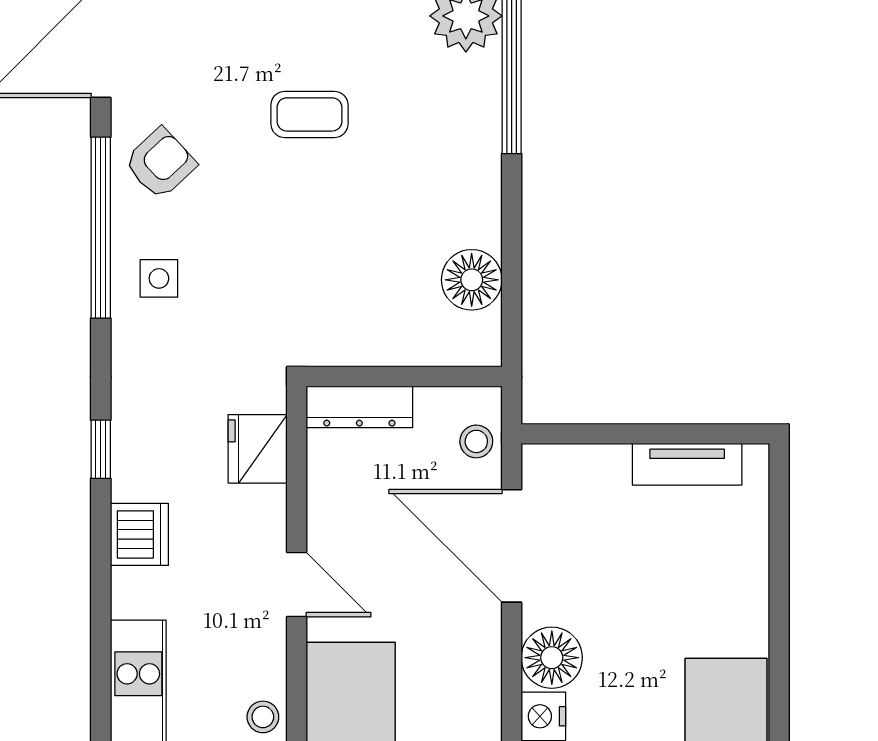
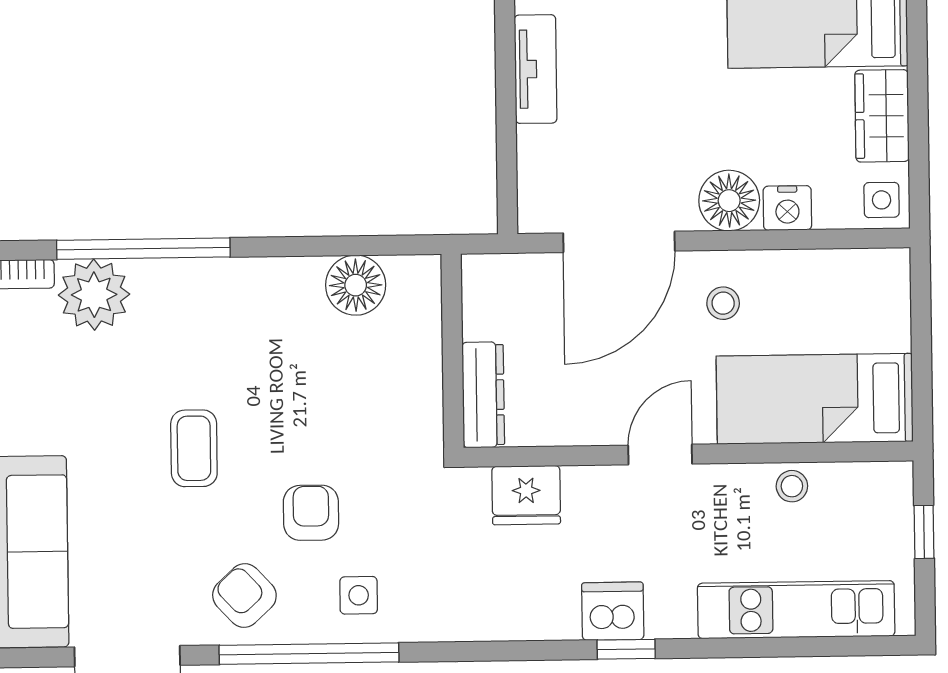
armchair: (243, 232) -> (311, 513), added
stool: (476, 441) -> (723, 303), moved
window: (101, 449) -> (626, 649), moved

